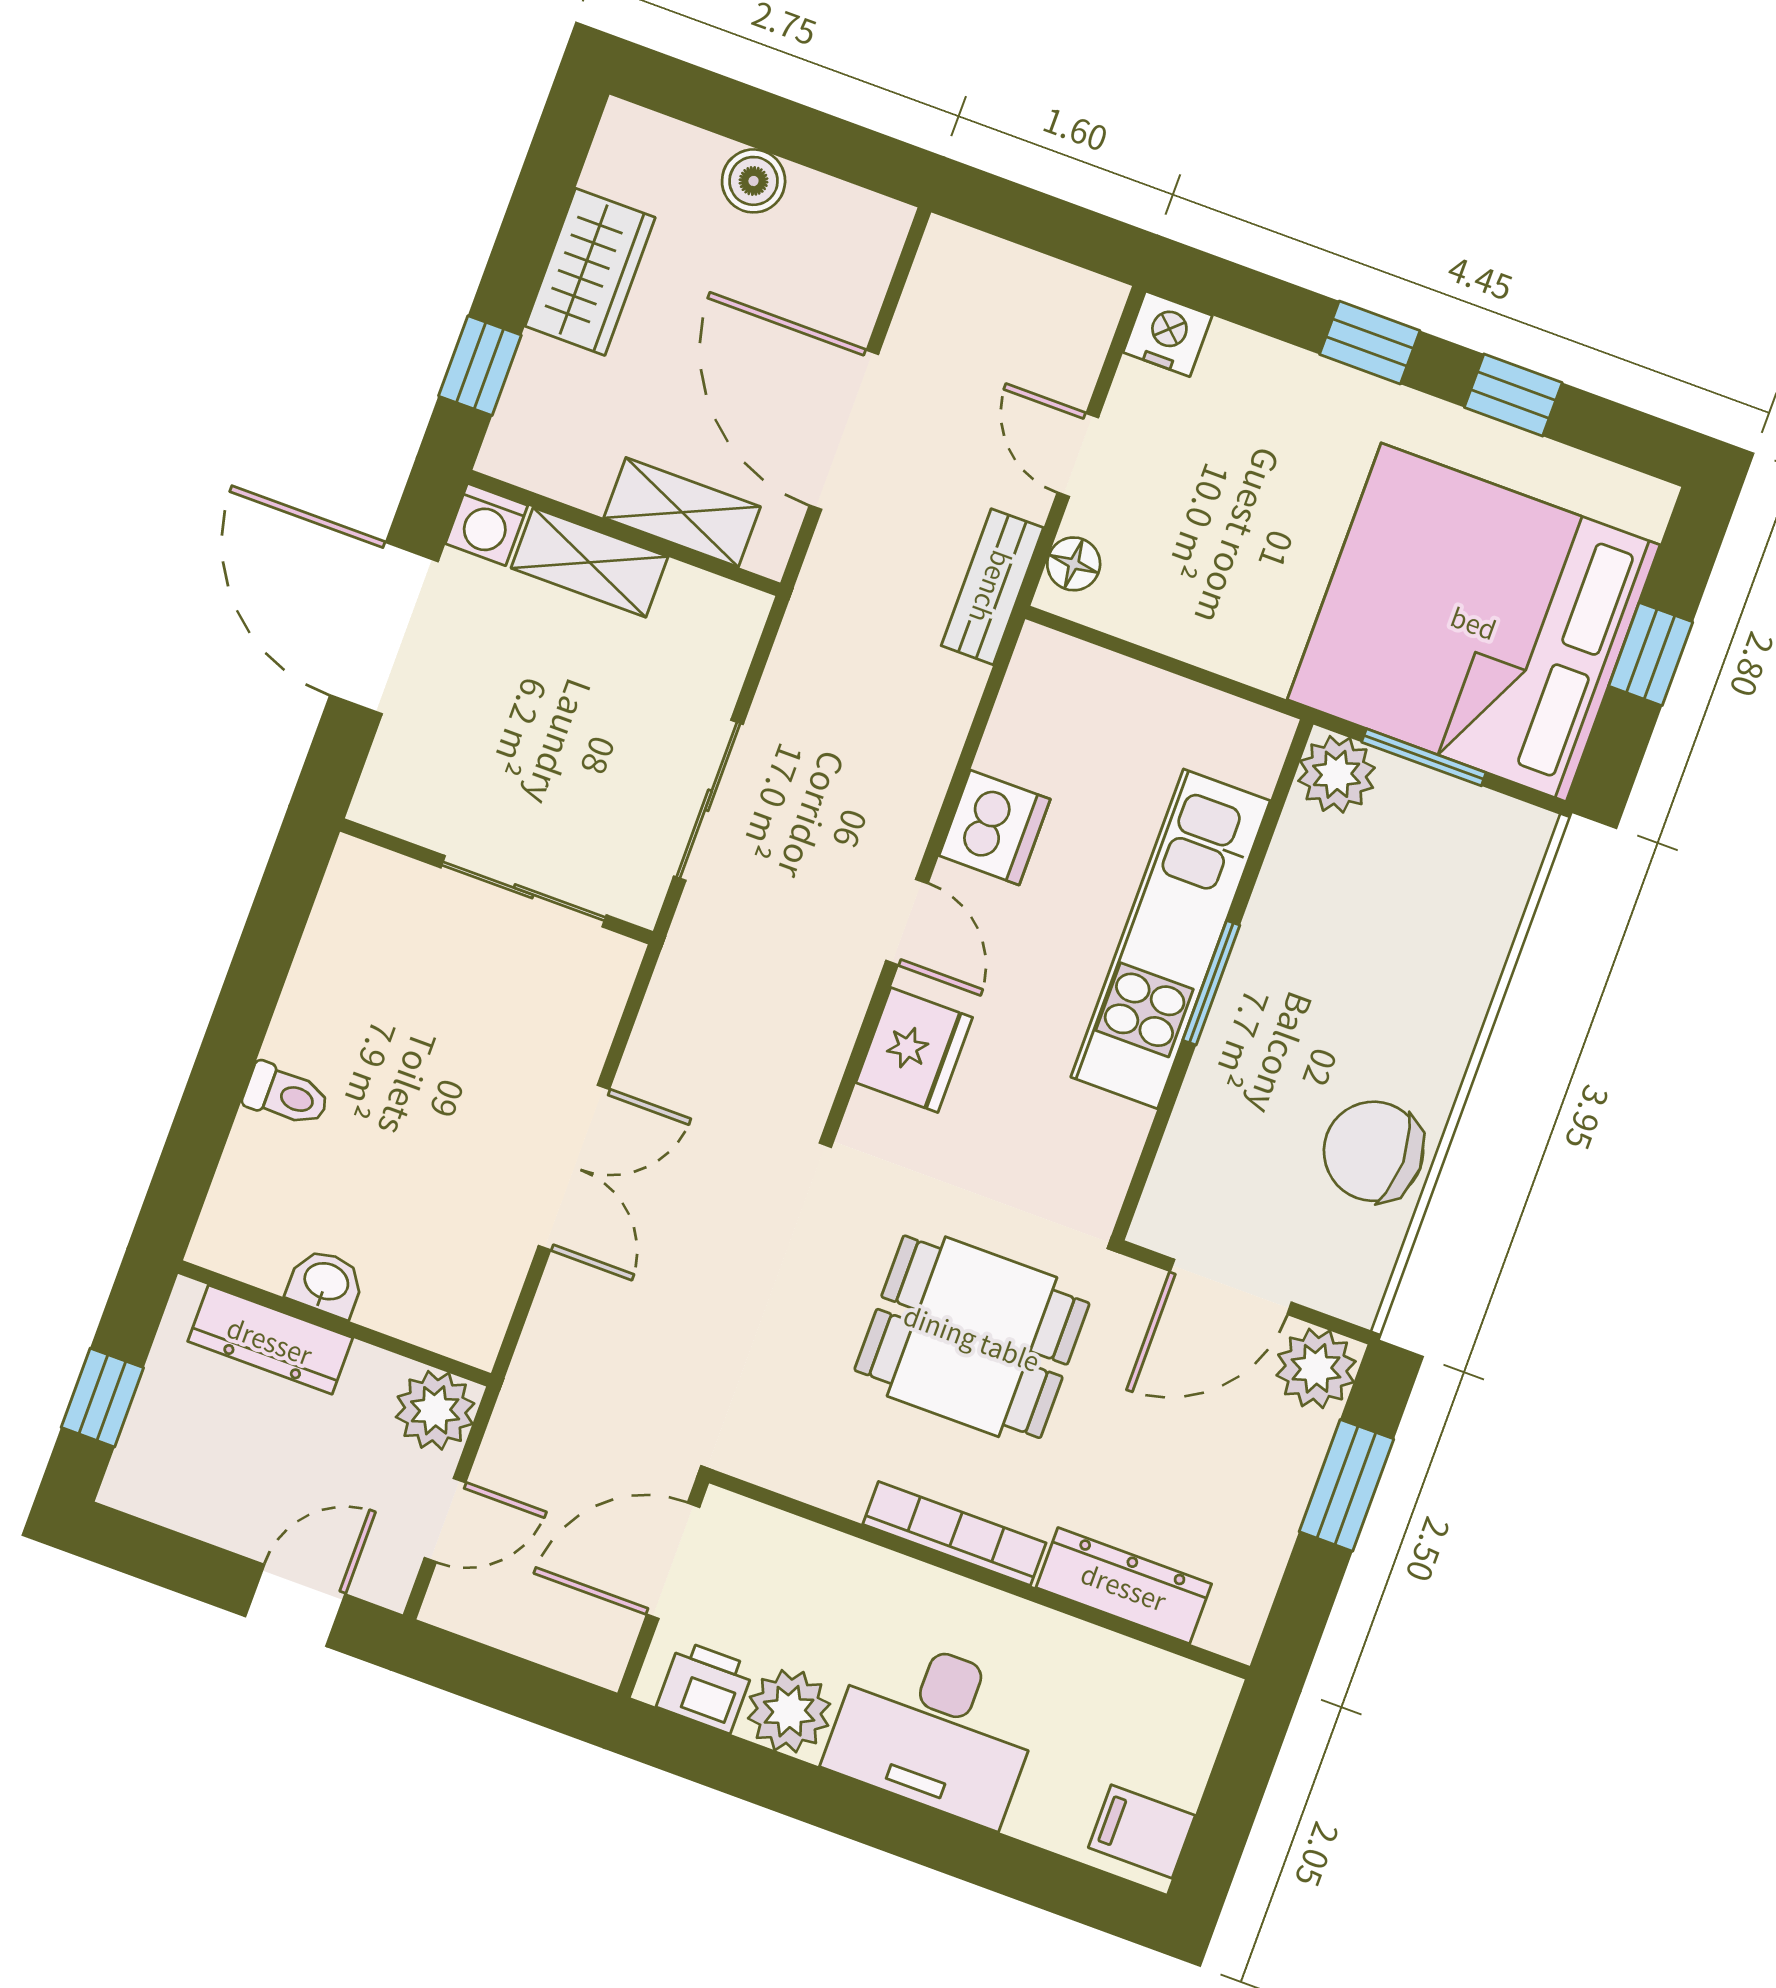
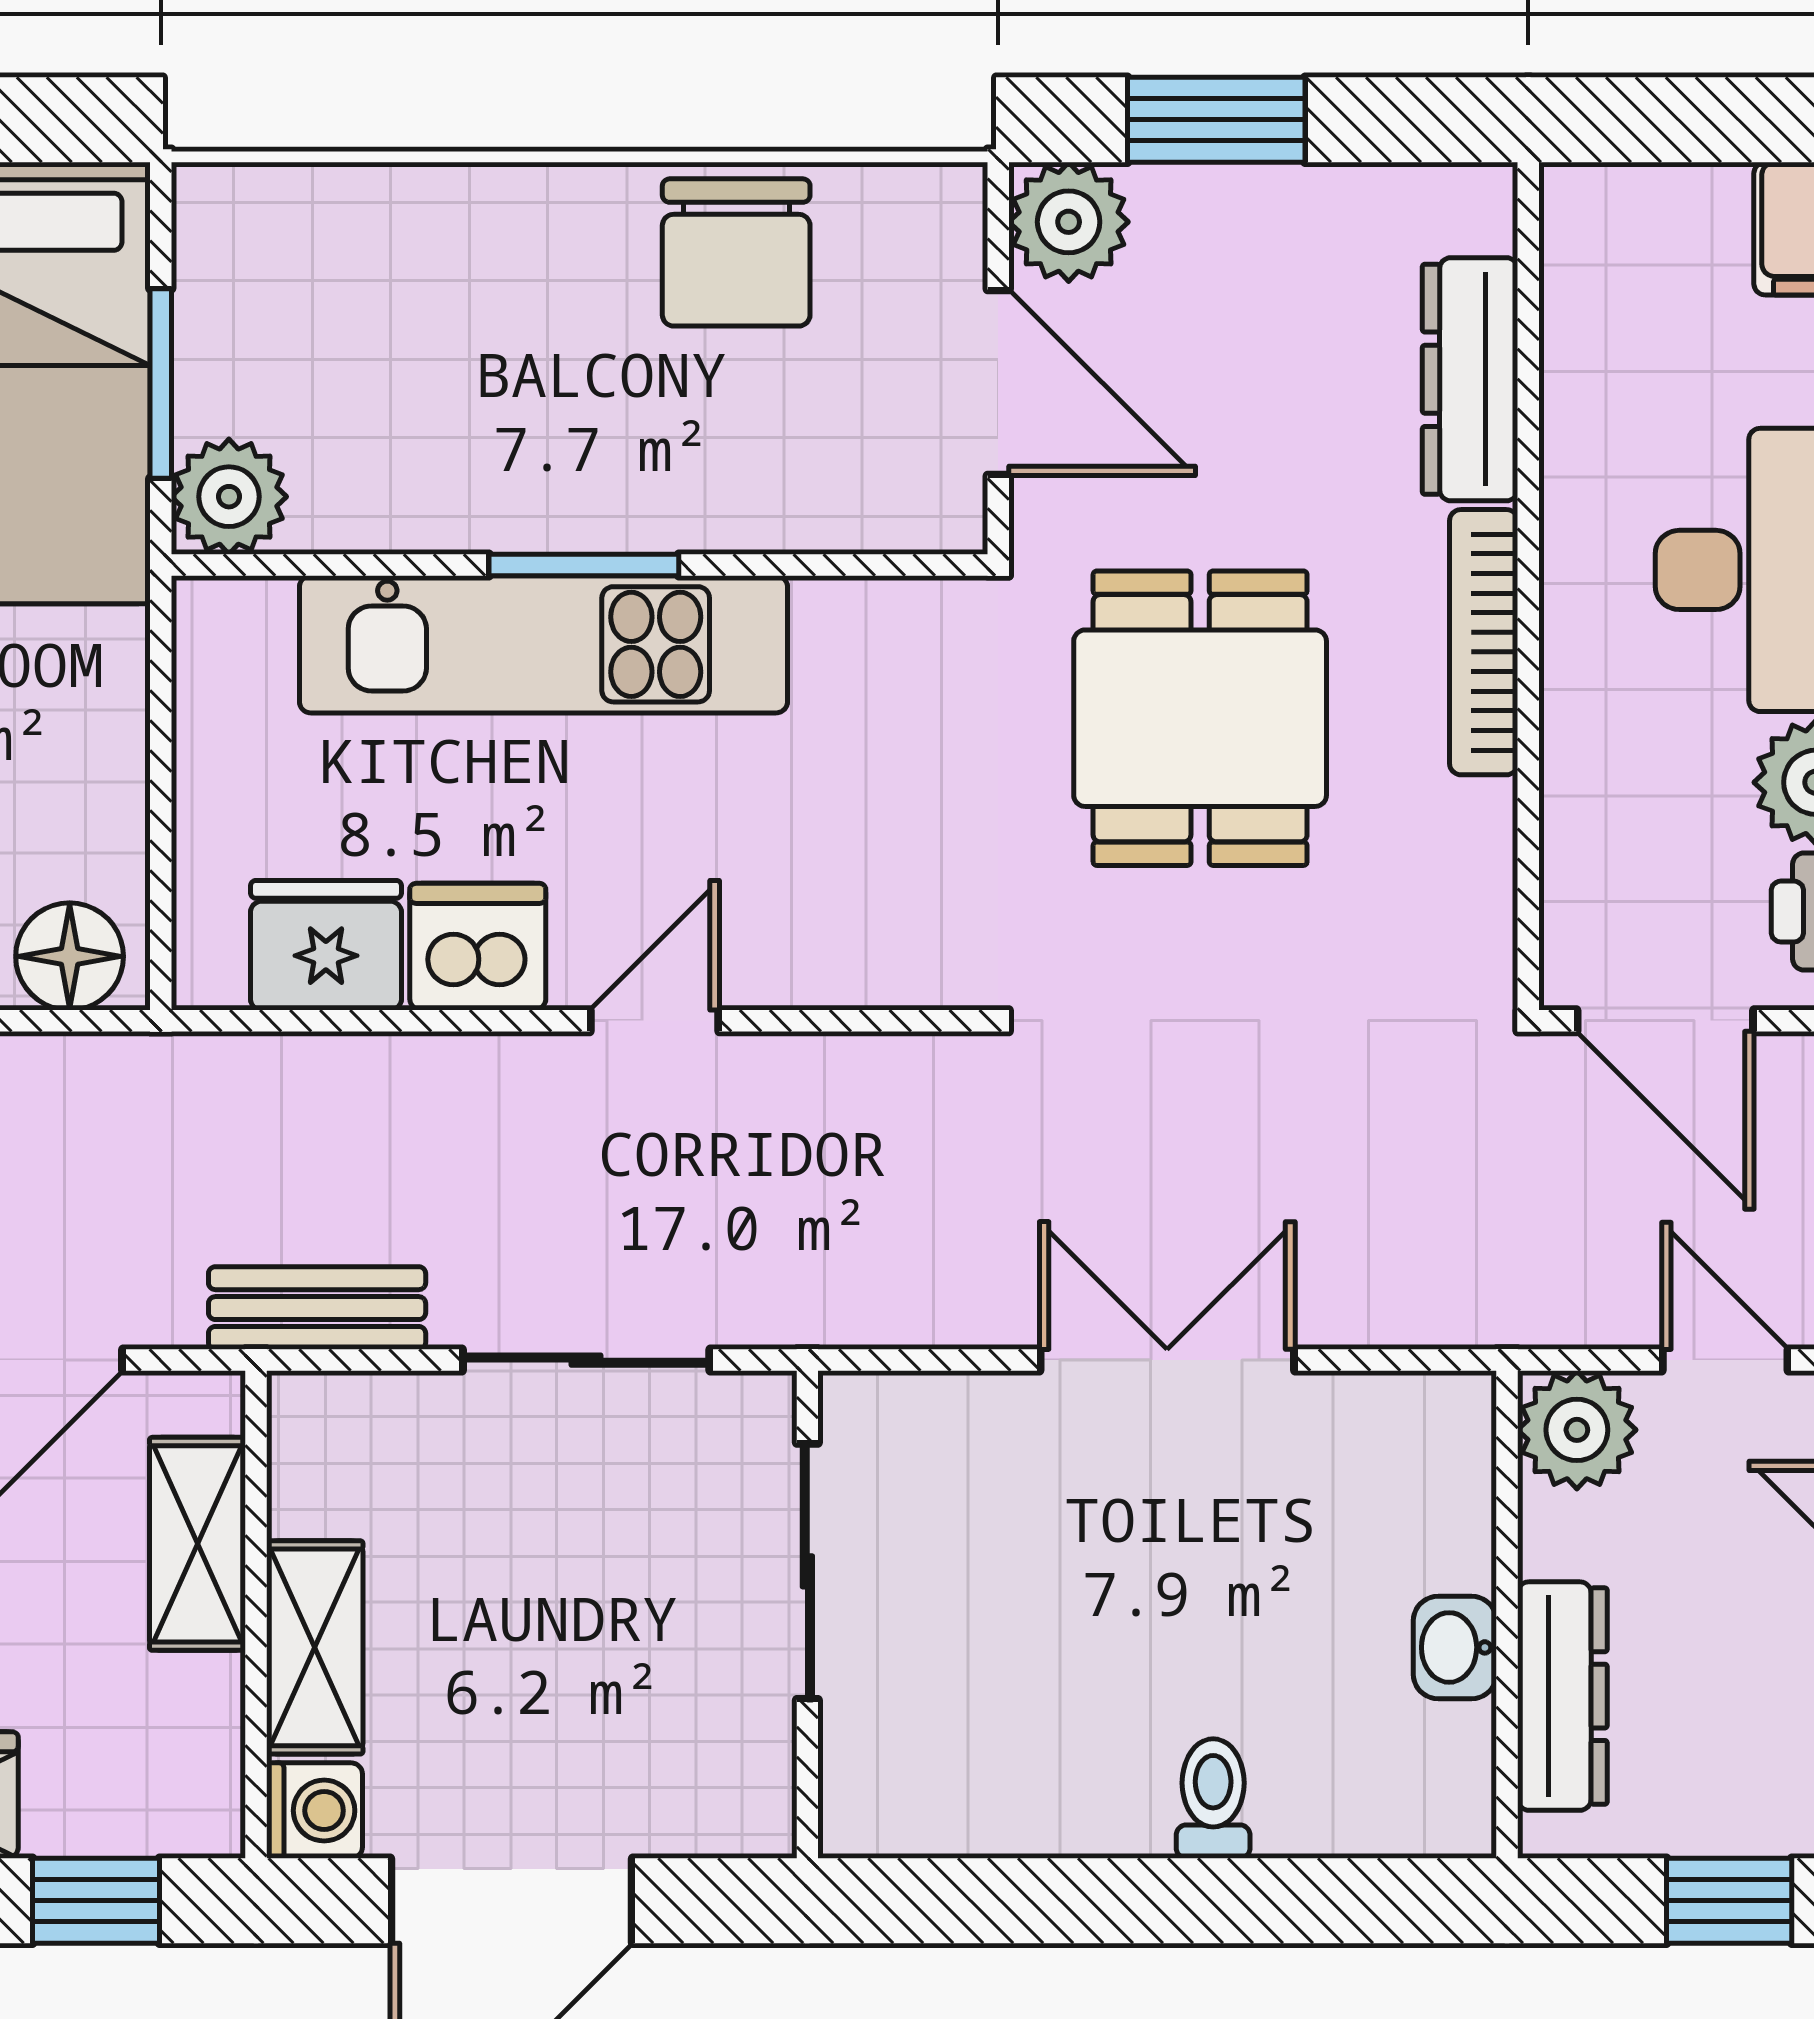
floor lamp: (1074, 564) -> (70, 956), width x1.37, depth x1.37
bench: (992, 587) -> (317, 1308), moved
fridge: (914, 1050) -> (326, 945), moved

